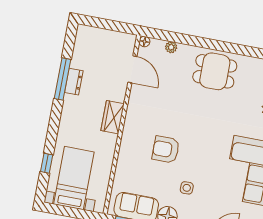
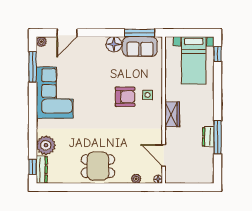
window: (47, 163) -> (218, 54), moved
side table: (187, 188) -> (148, 95), moved

